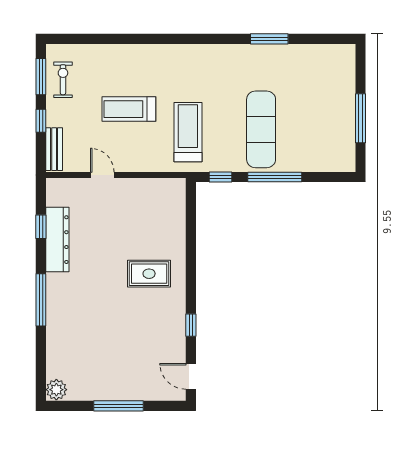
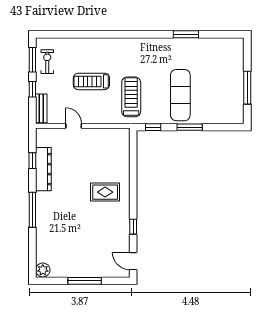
window: (275, 177) -> (190, 127), width x0.69

